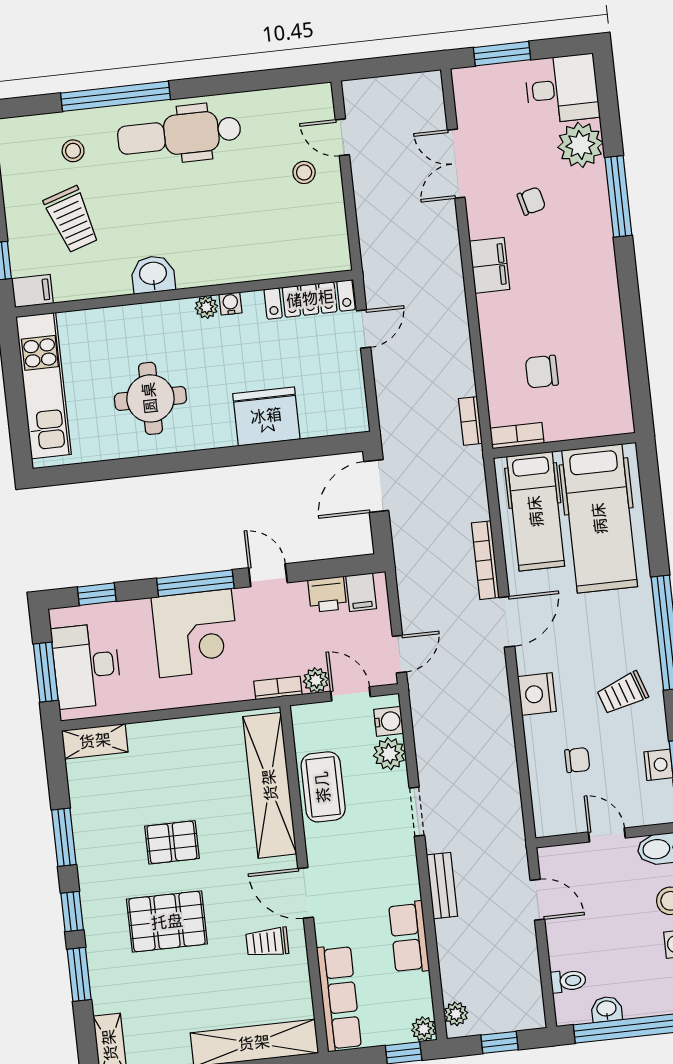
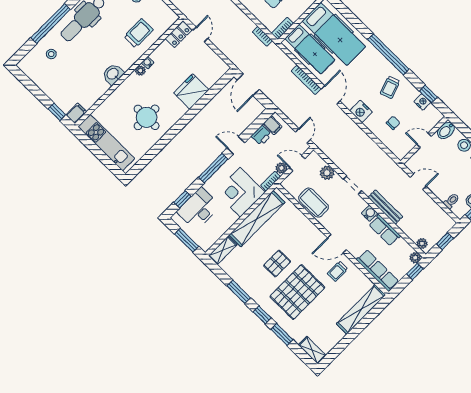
trolley: (72, 219) -> (139, 33), moved, turned -72
locker: (310, 299) -> (178, 34), width x0.66
corner desk: (195, 633) -> (240, 192), moved, turned 180
desk: (86, 666) -> (199, 209), moved, turned 90
water cooler: (389, 721) -> (370, 213), moved
shelving: (270, 785) -> (257, 219), moved, turned 90
bench: (442, 886) -> (385, 207), width x1.36
pallet: (167, 922) -> (297, 292), width x1.37, depth x1.41

